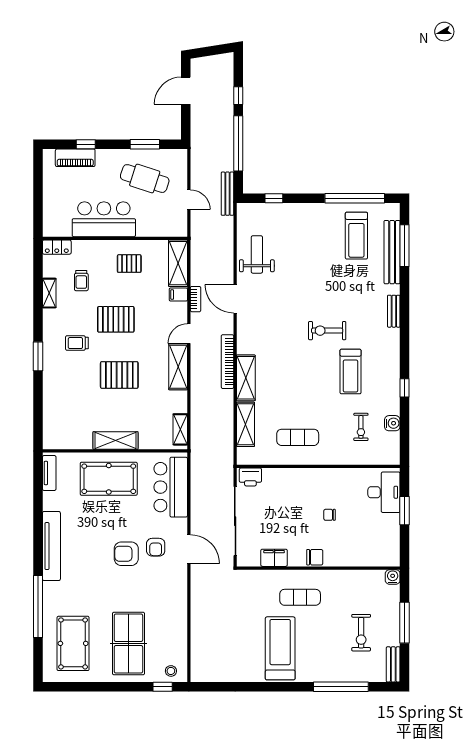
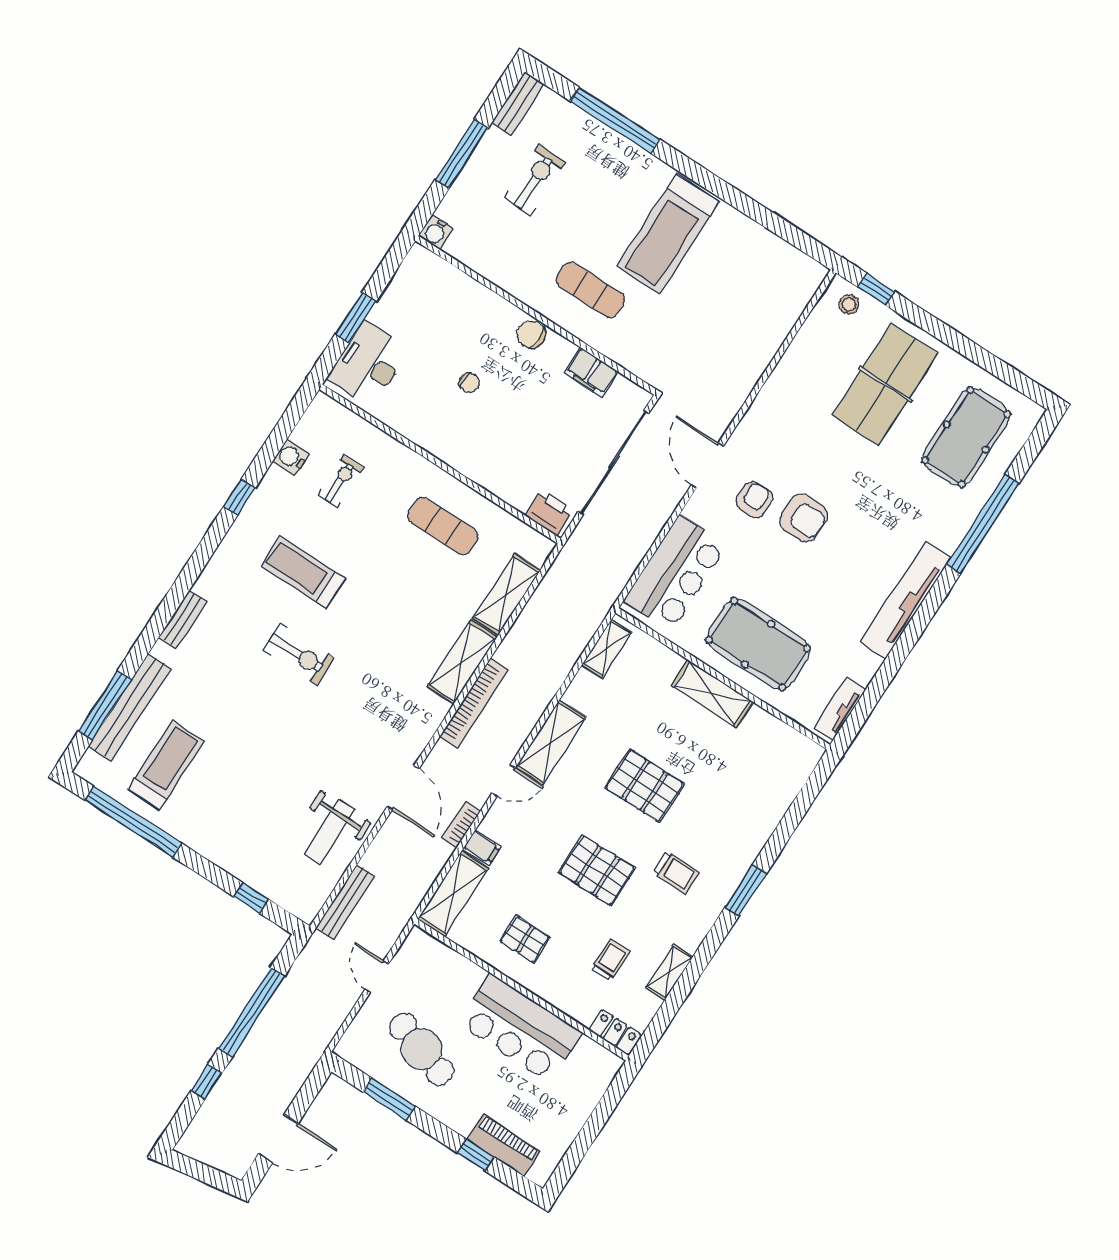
bench: (227, 194) -> (345, 902), moved
treadmill: (351, 372) -> (303, 572), turned -90

